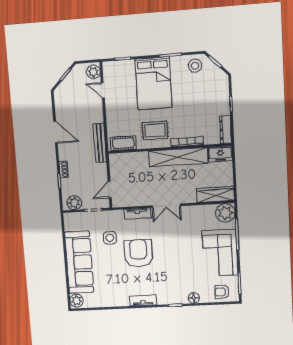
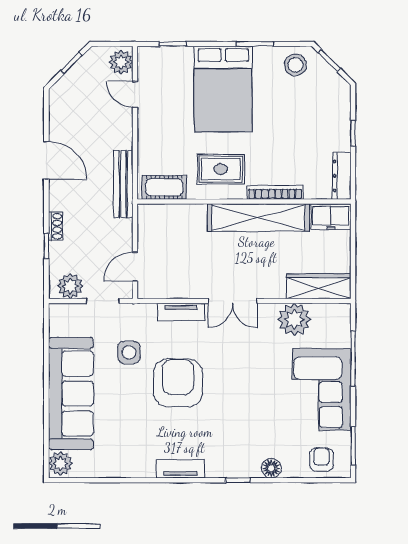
plant: (225, 213) -> (294, 320), moved
armchair: (222, 292) -> (322, 460), turned 90

